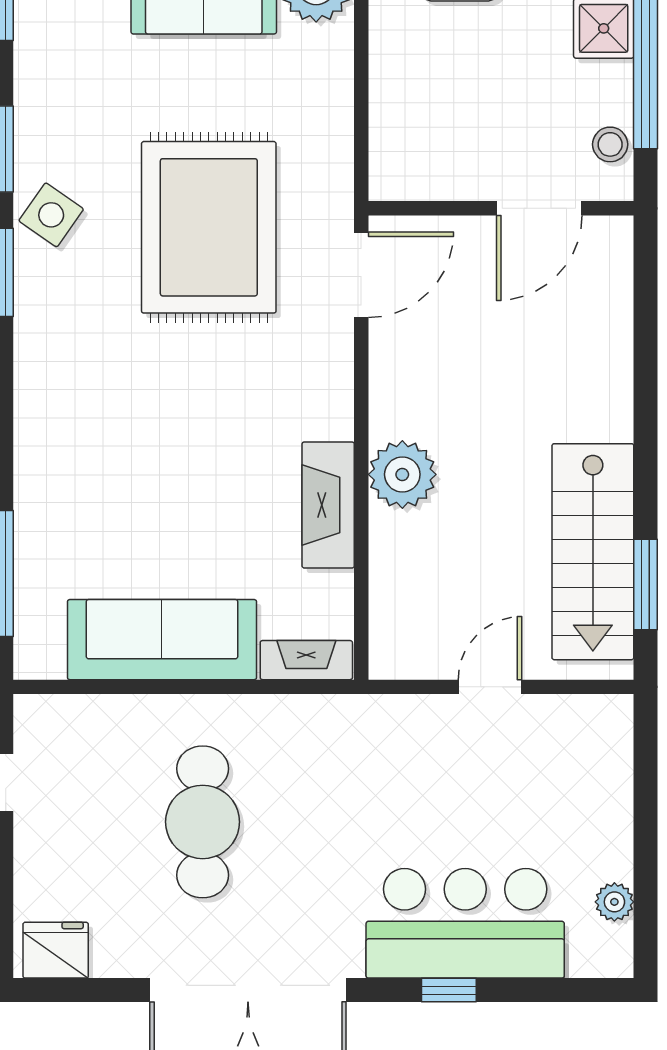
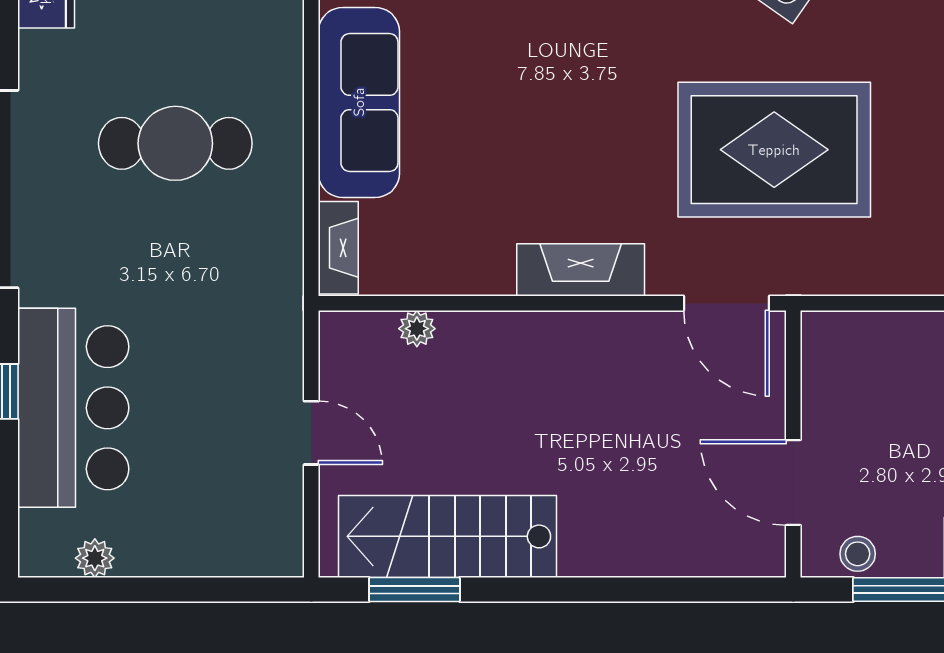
plant: (402, 474) -> (417, 329), moved, width x0.53, depth x0.53
fireplace: (328, 505) -> (581, 270), moved

